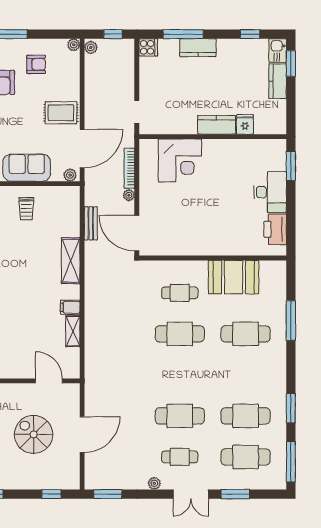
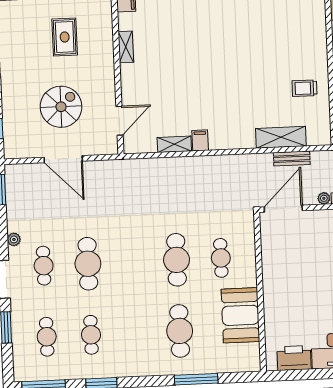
shelving: (71, 261) -> (281, 137), moved
cafe table: (246, 416) -> (91, 335), width x0.73, depth x0.74
cafe table: (246, 457) -> (47, 337), width x0.73, depth x0.74

